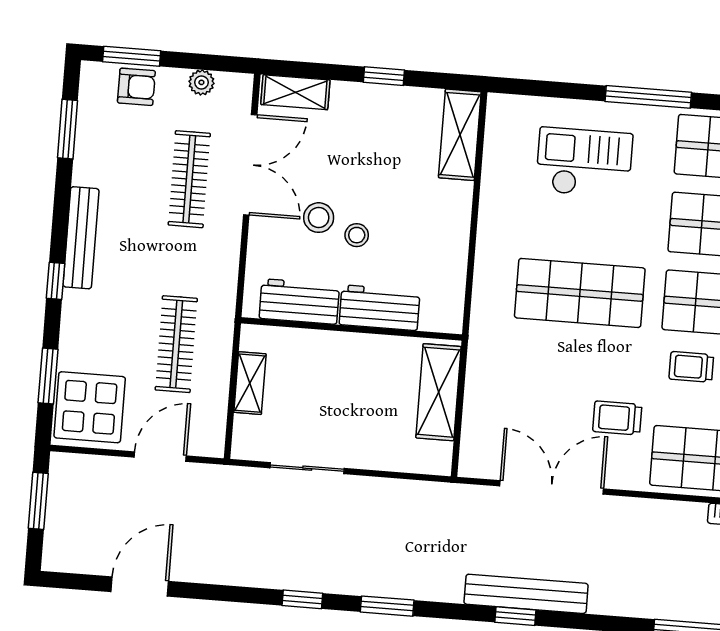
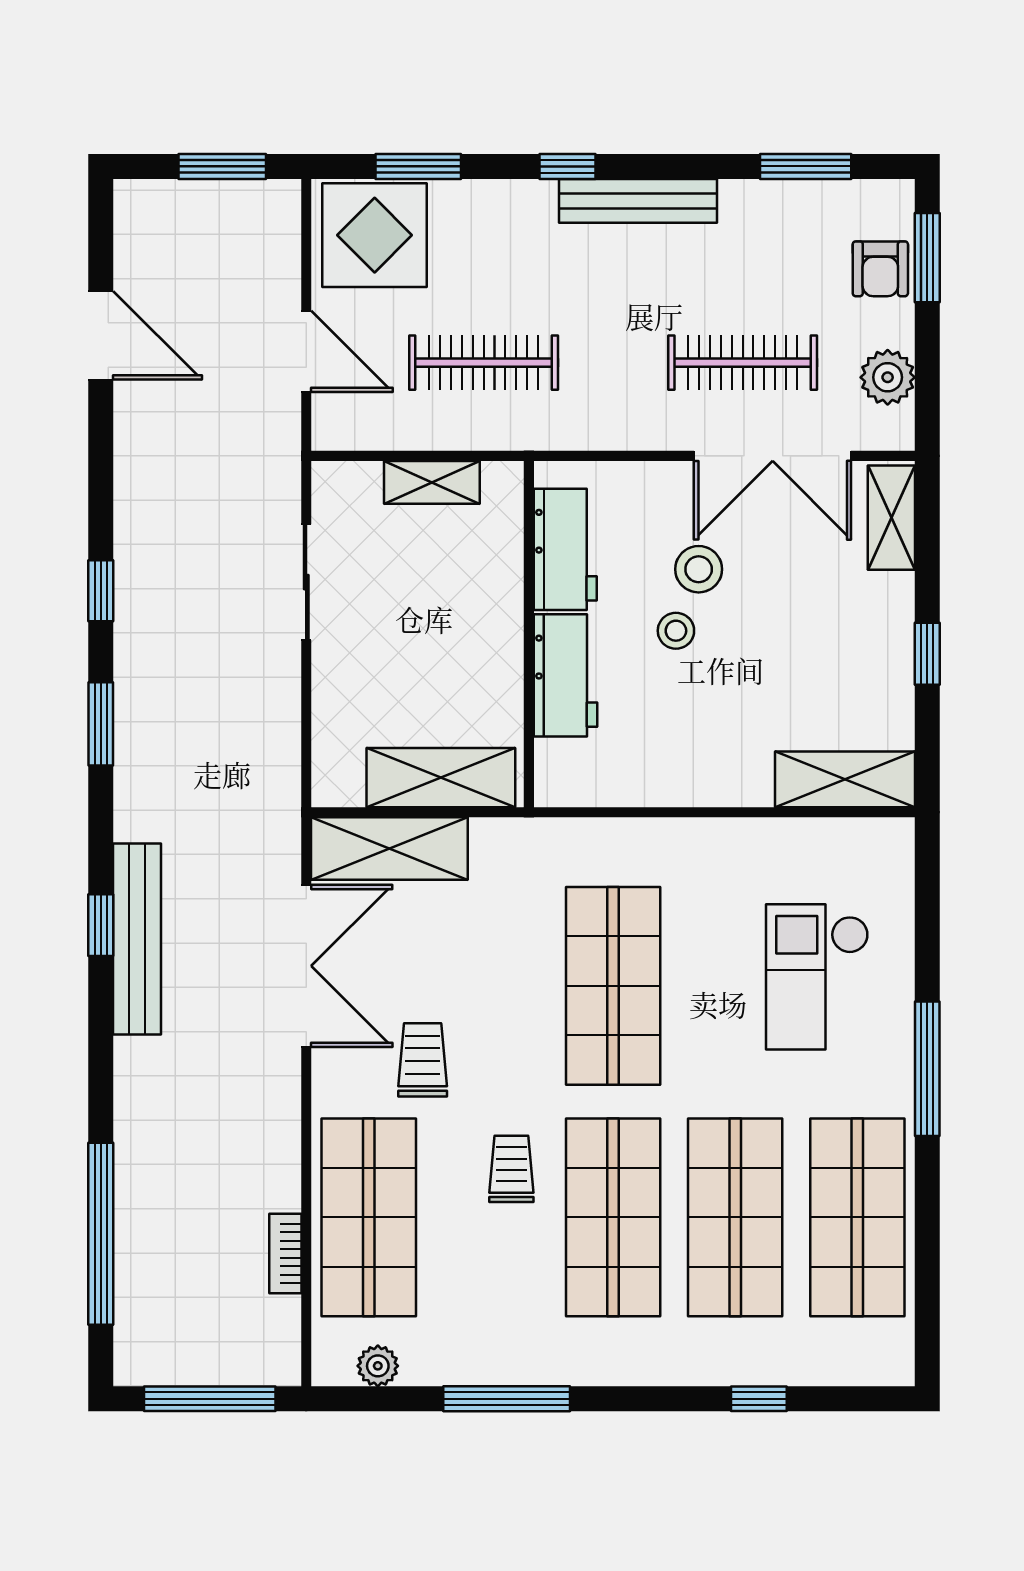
plant: (201, 82) -> (888, 377), width x1.38, depth x1.38
checkout: (584, 162) -> (817, 977), turned 180
shelving: (481, 428) -> (389, 848), added

